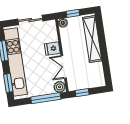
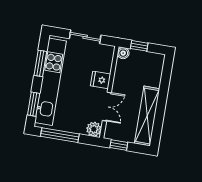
shelving: (92, 39) -> (147, 116), moved
double door: (64, 67) -> (107, 107), swing flipped
window: (46, 98) -> (60, 135), moved

